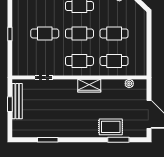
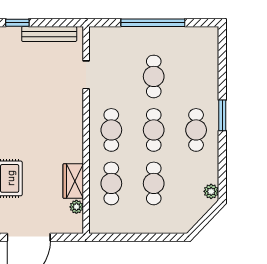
window: (10, 34) -> (153, 23), width x3.17
wardrobe: (89, 86) -> (73, 181), moved
window: (10, 104) -> (17, 23), moved

